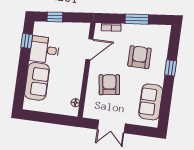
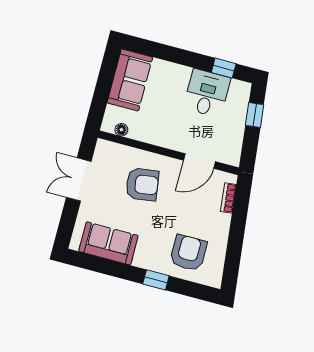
window: (137, 19) -> (236, 238), removed
door: (89, 49) -> (199, 161), hinge flipped
armchair: (139, 57) -> (188, 253), moved, turned -90
sofa: (37, 81) -> (130, 80), moved, turned -90

